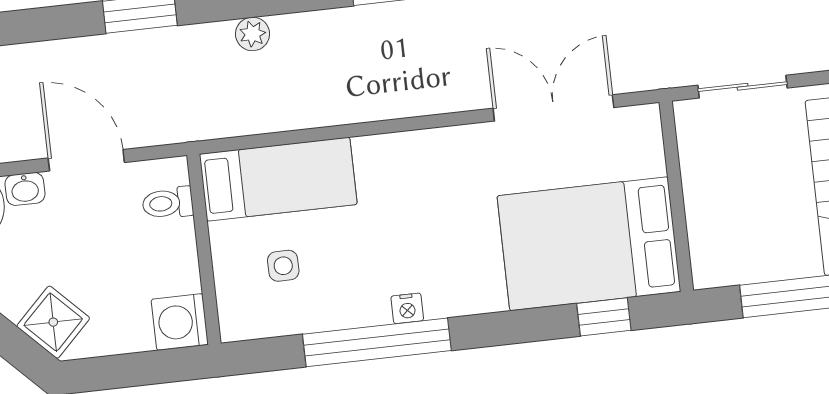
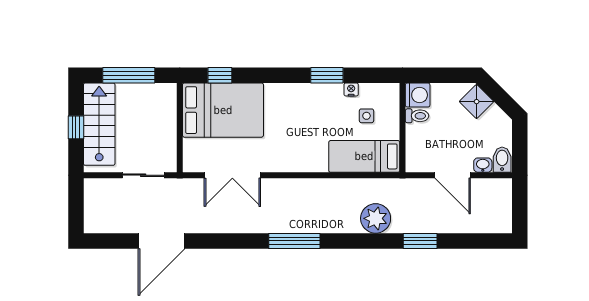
plant: (253, 34) -> (376, 218), width x1.87, depth x1.87
toilet: (168, 203) -> (417, 116), moved
nightstand: (407, 308) -> (351, 89), moved
window: (377, 342) -> (327, 75), width x0.47

